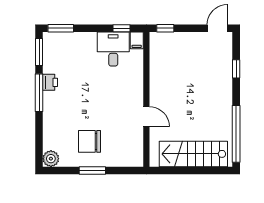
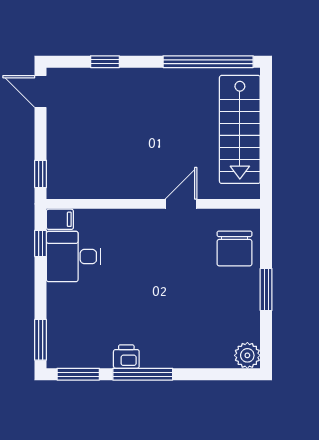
chair: (89, 141) -> (235, 248), moved

